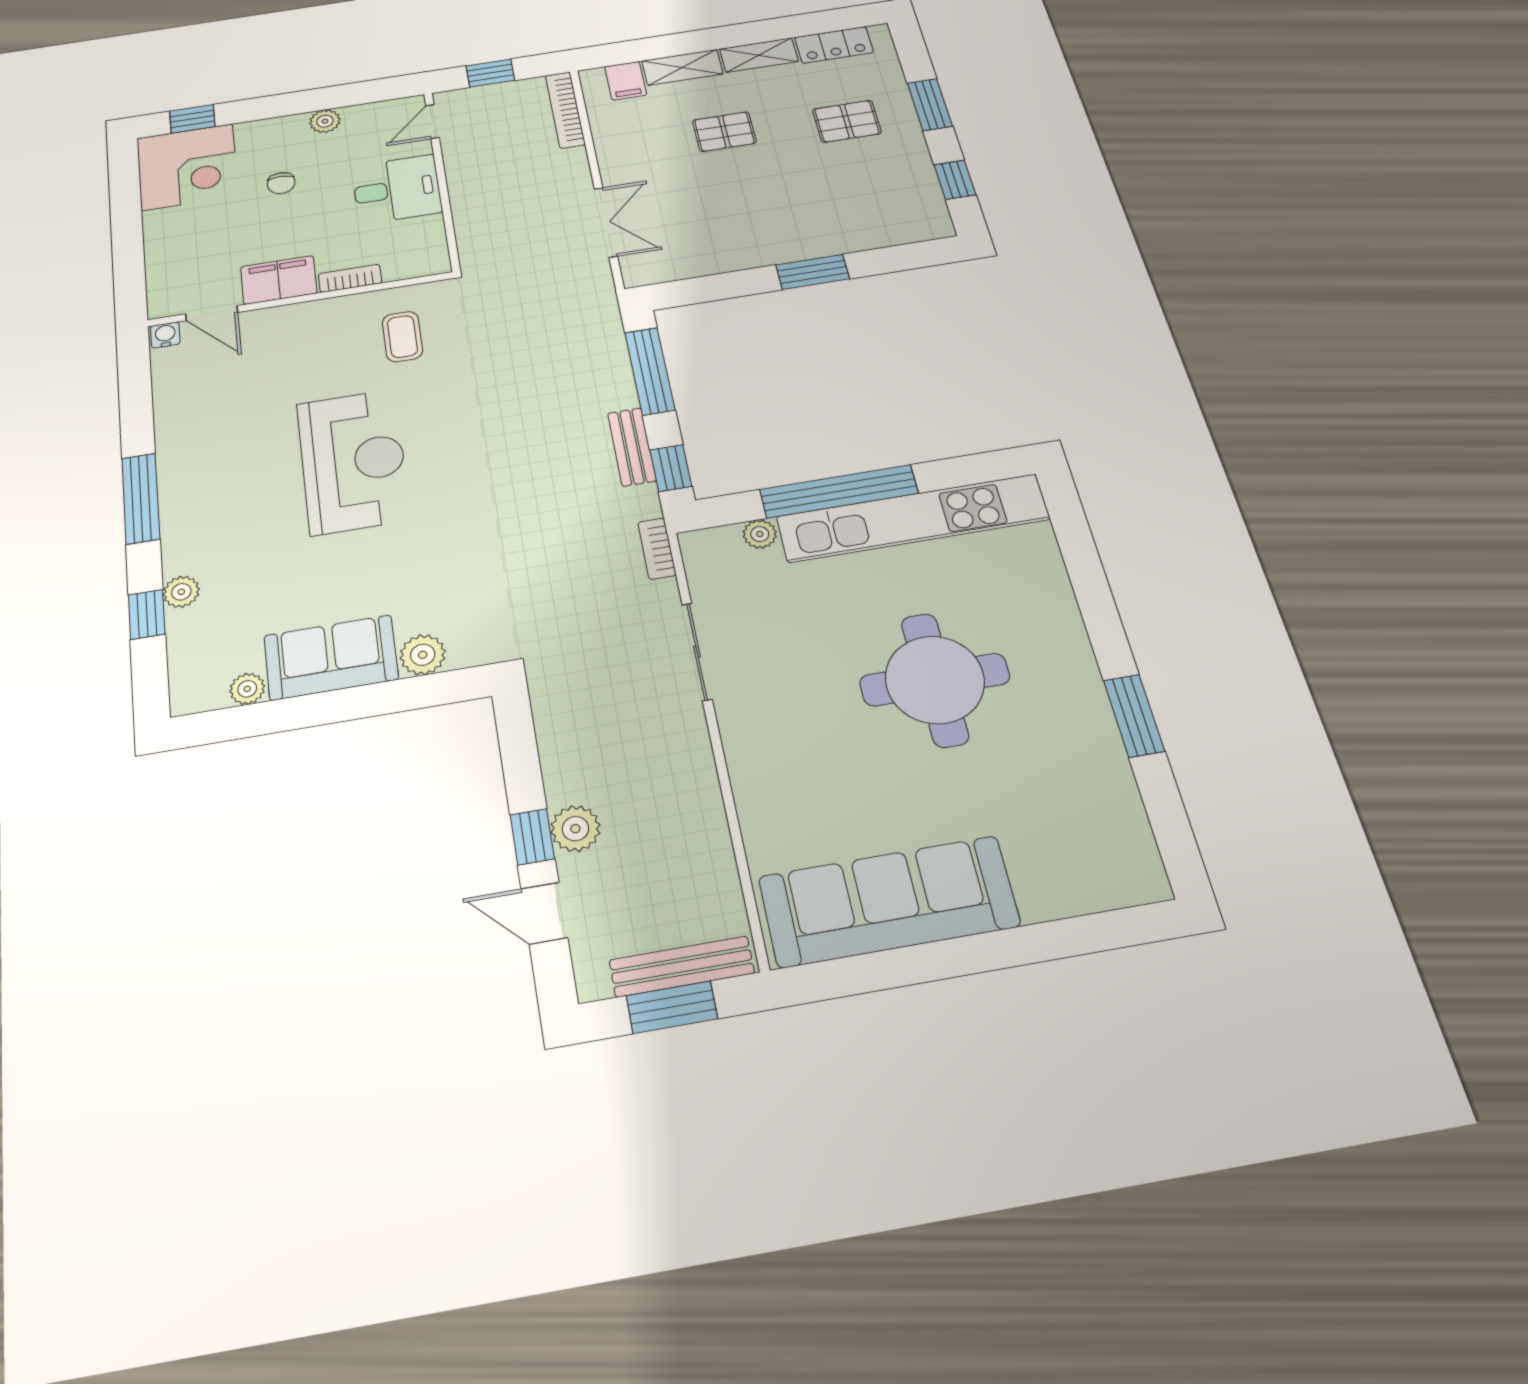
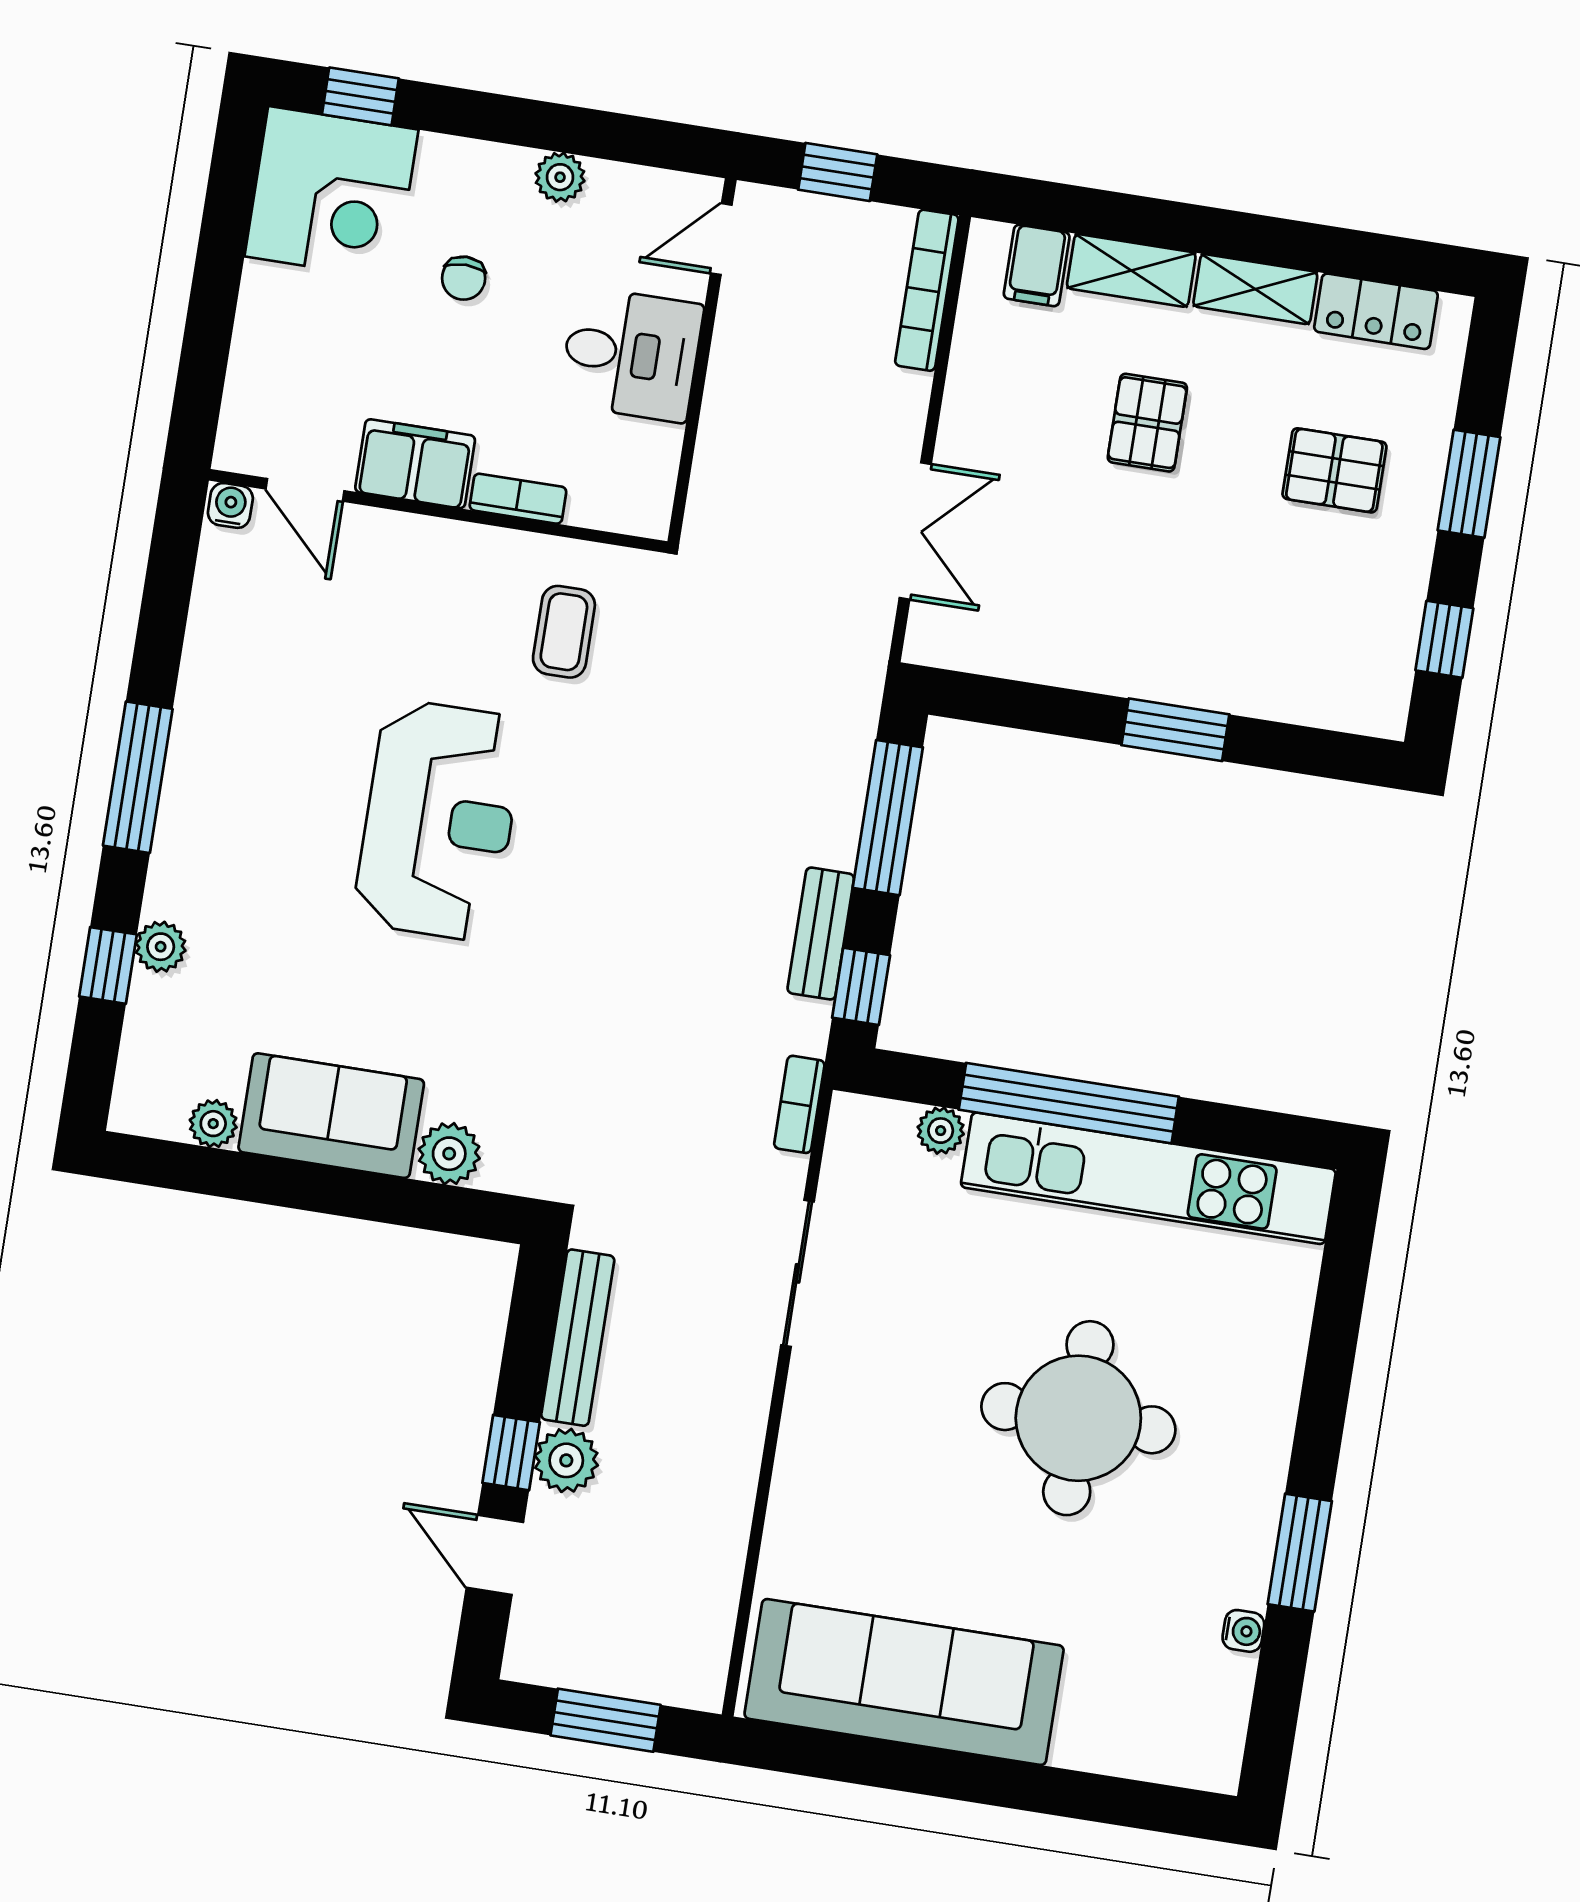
pallet: (724, 132) -> (1147, 423), turned 90
water cooler: (1121, 781) -> (1243, 1631), added
bench: (682, 967) -> (578, 1338), moved, turned 90

